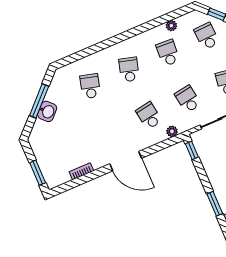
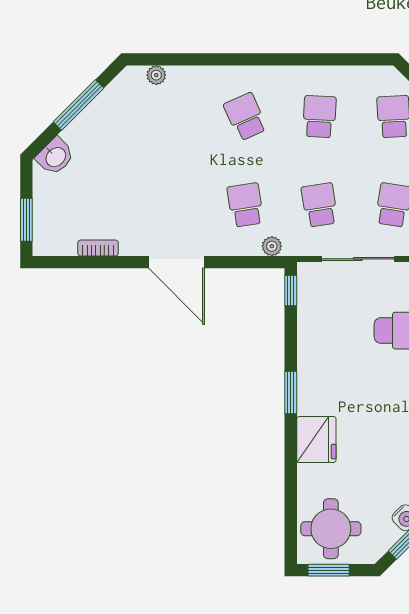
plant: (171, 26) -> (156, 75), moved
school desk: (129, 69) -> (245, 117), turned -39
school desk: (90, 86) -> (171, 117), removed
washbasin: (47, 111) -> (55, 157), moved

